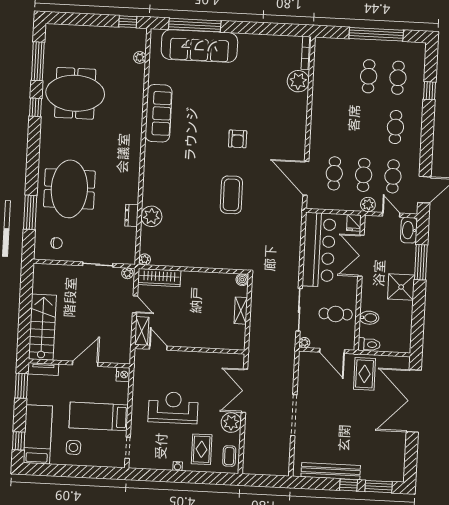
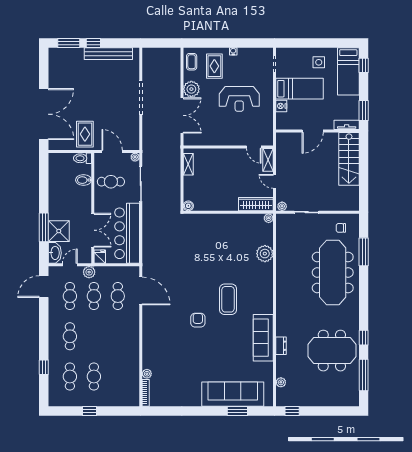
window: (195, 25) -> (237, 411), width x0.47
window: (376, 34) -> (89, 411), width x0.32
plant: (298, 81) -> (147, 374), width x0.53, depth x0.53
meeting table: (69, 189) -> (333, 272), width x1.36
coffee table: (231, 195) -> (228, 299), moved
dresser: (132, 215) -> (281, 346), moved
door: (391, 215) -> (70, 265), swing flipped
shower: (401, 287) -> (59, 231), moved
shelving: (241, 311) -> (188, 164), moved
nightstand: (123, 374) -> (281, 106), moved

